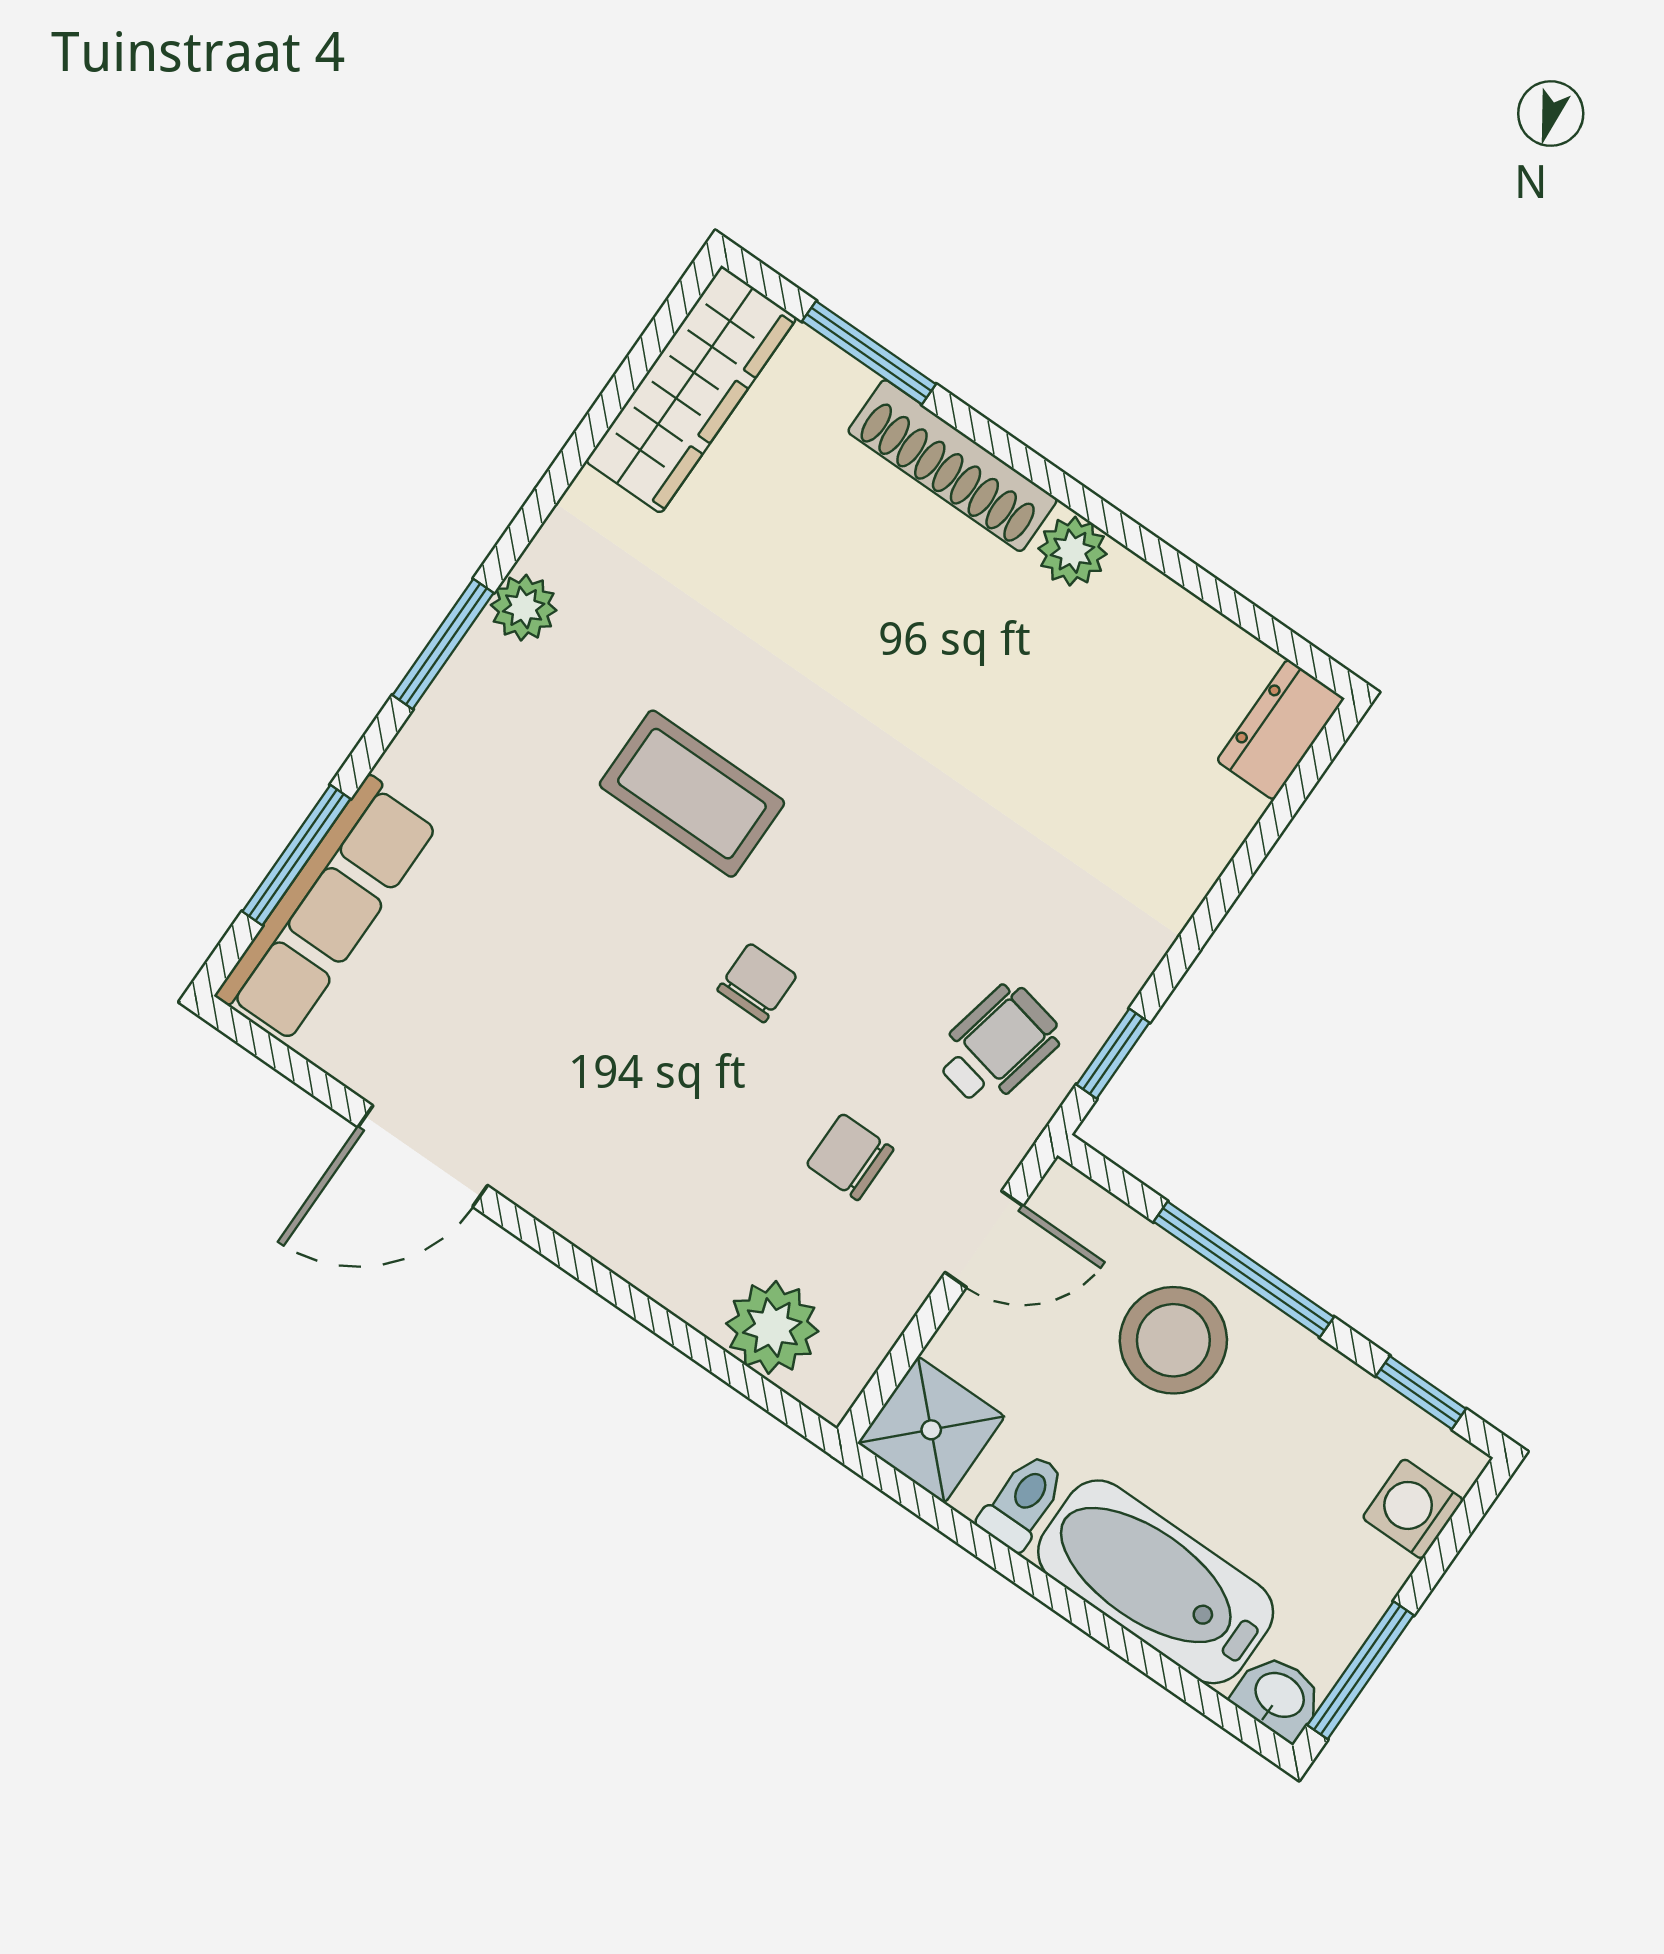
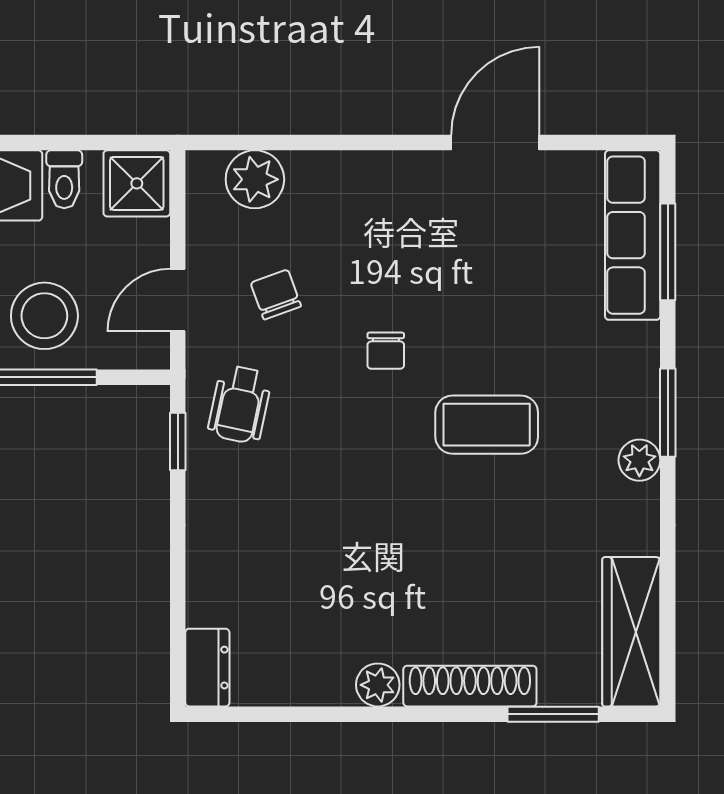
chair: (850, 1157) -> (276, 295), turned -110

